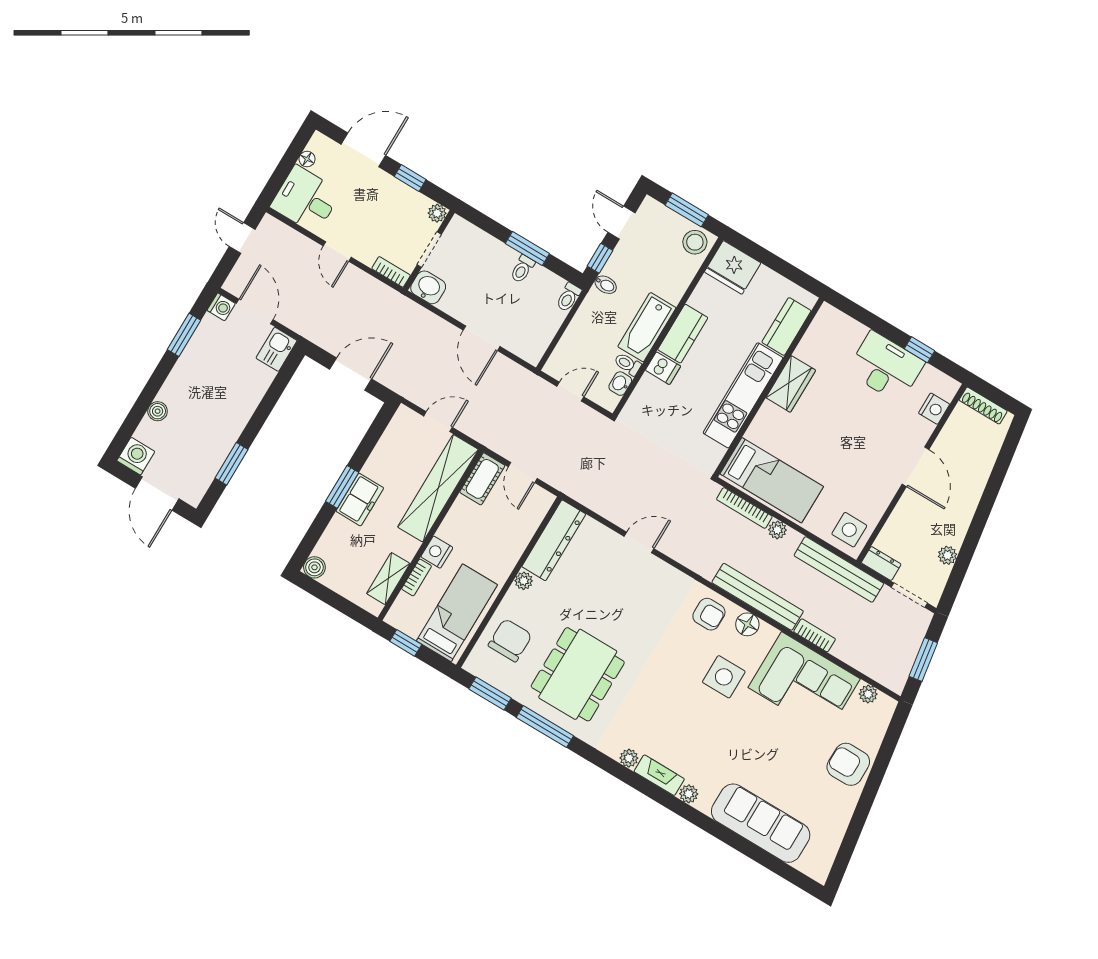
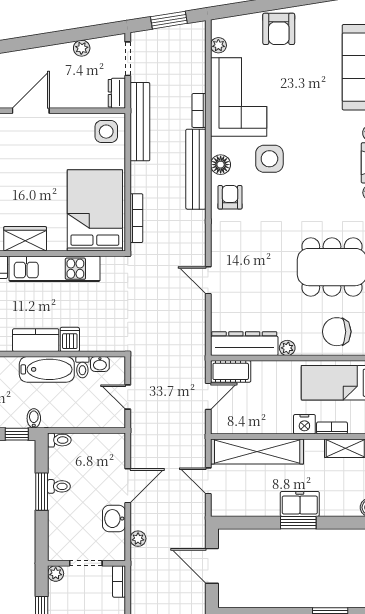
washbasin: (428, 287) -> (114, 519), moved
cot: (482, 479) -> (231, 371), moved
bed: (772, 480) -> (95, 210), width x1.50
plant: (777, 530) -> (138, 539), moved

